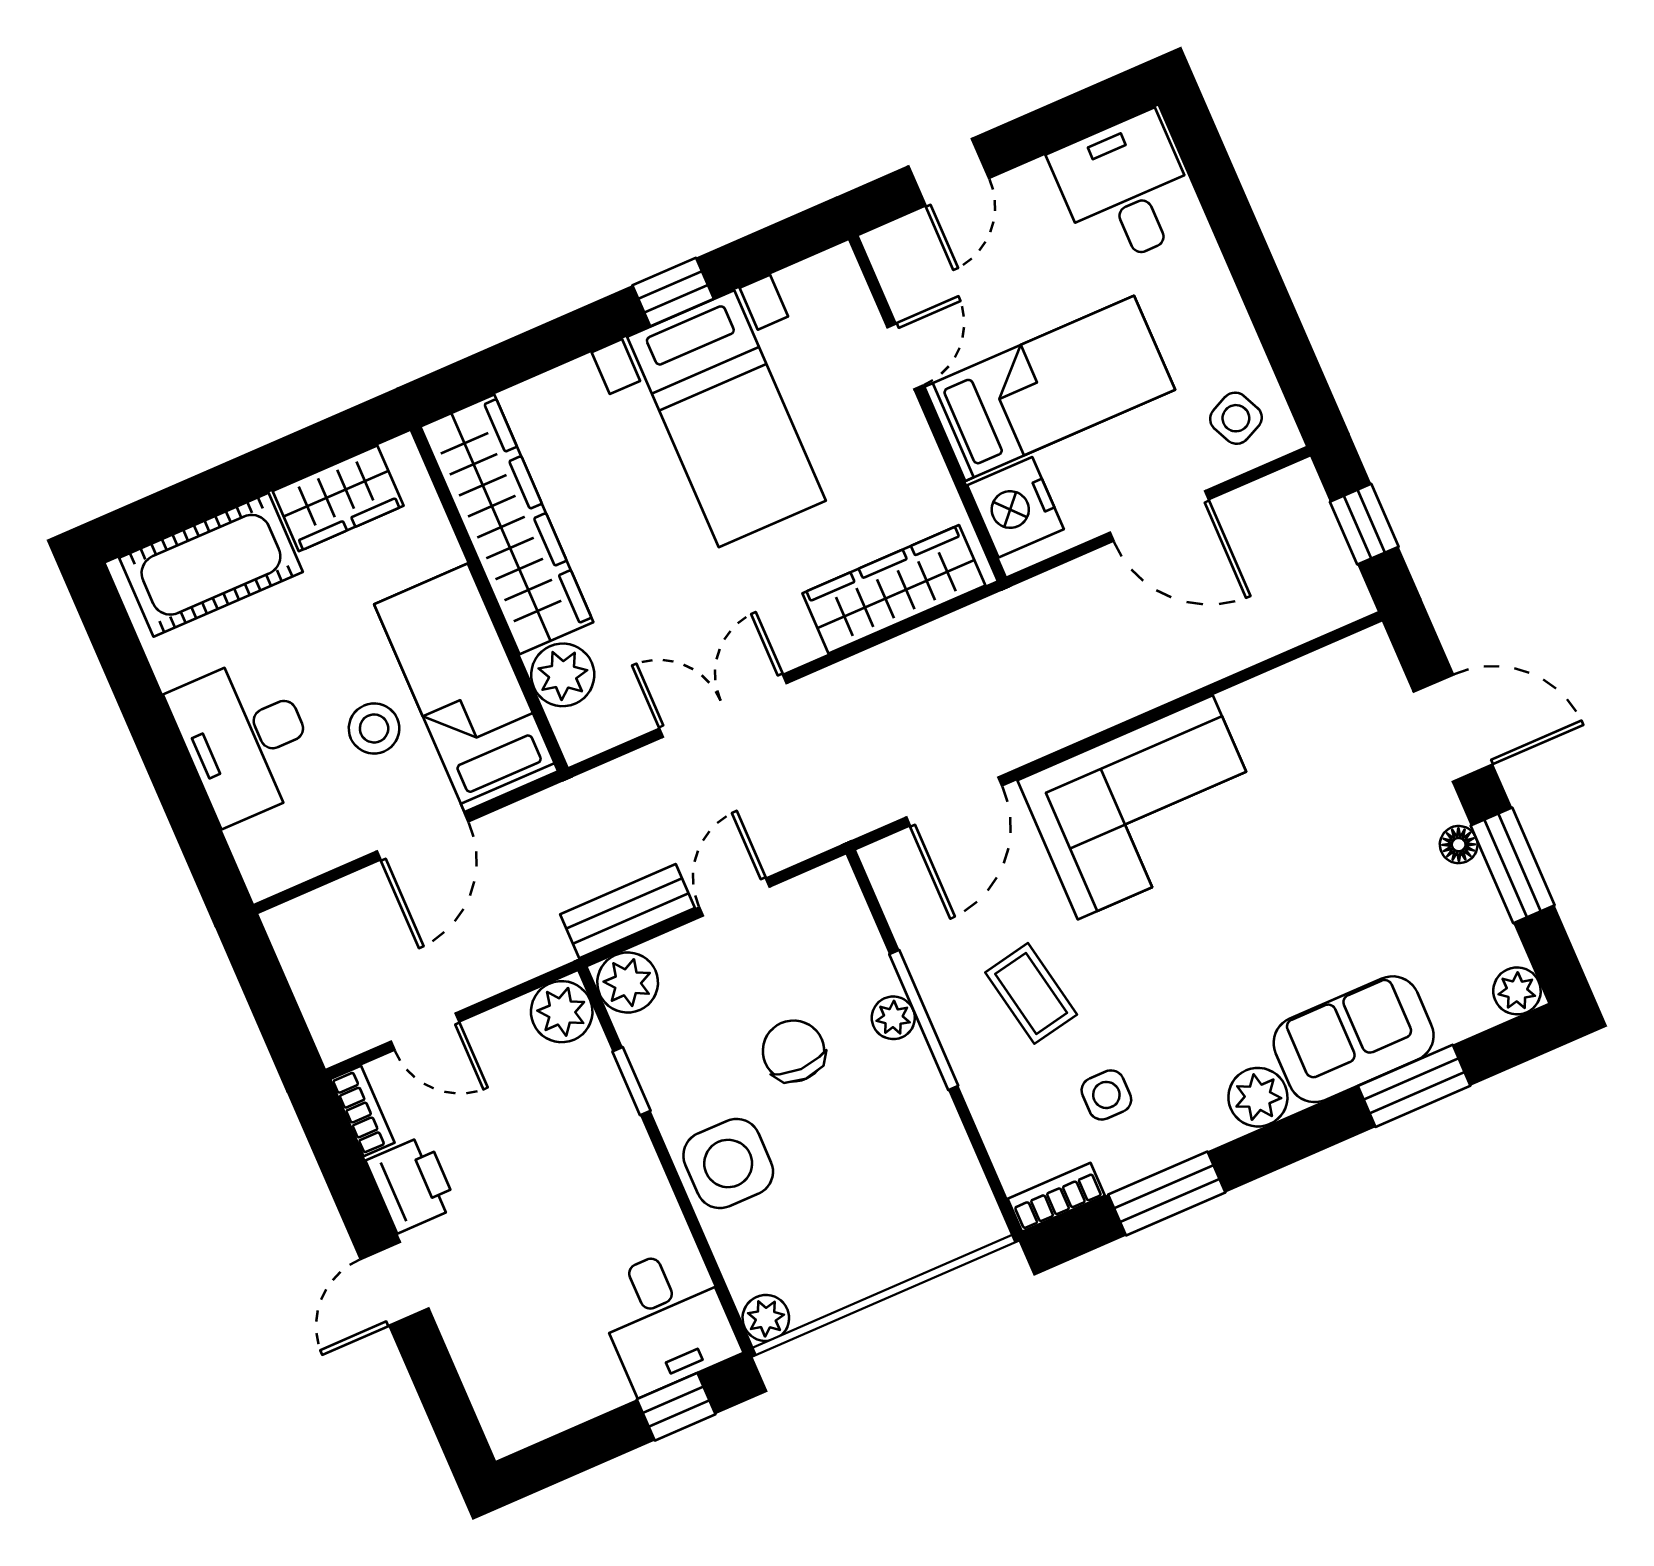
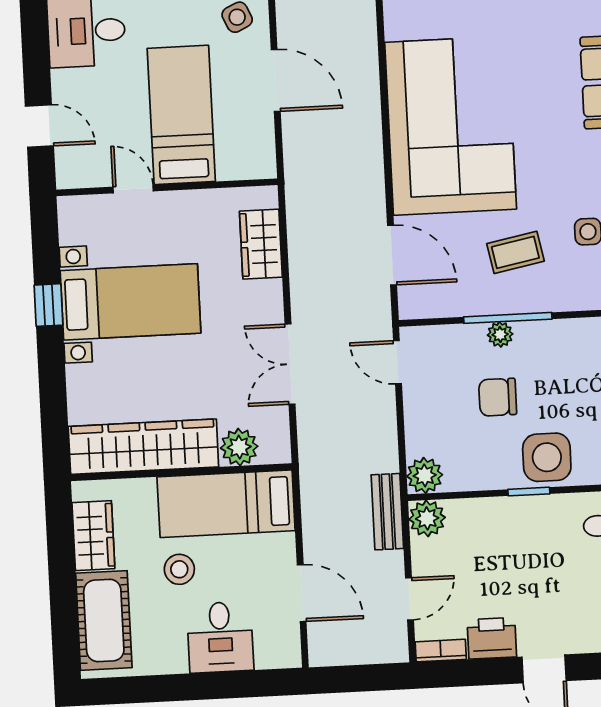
nightstand: (1015, 507) -> (241, 159), removed
door: (1159, 516) -> (276, 81), hinge flipped
wardrobe: (894, 589) -> (261, 244), width x0.67
stool: (374, 728) -> (179, 569), moved
desk: (245, 739) -> (220, 637), width x0.73
corner sofa: (1145, 807) -> (451, 126), width x1.36, depth x1.36
door: (422, 836) -> (302, 593), moved
door: (735, 897) -> (397, 362), moved
bench: (628, 911) -> (387, 512), moved
window: (631, 1081) -> (529, 492), moved

